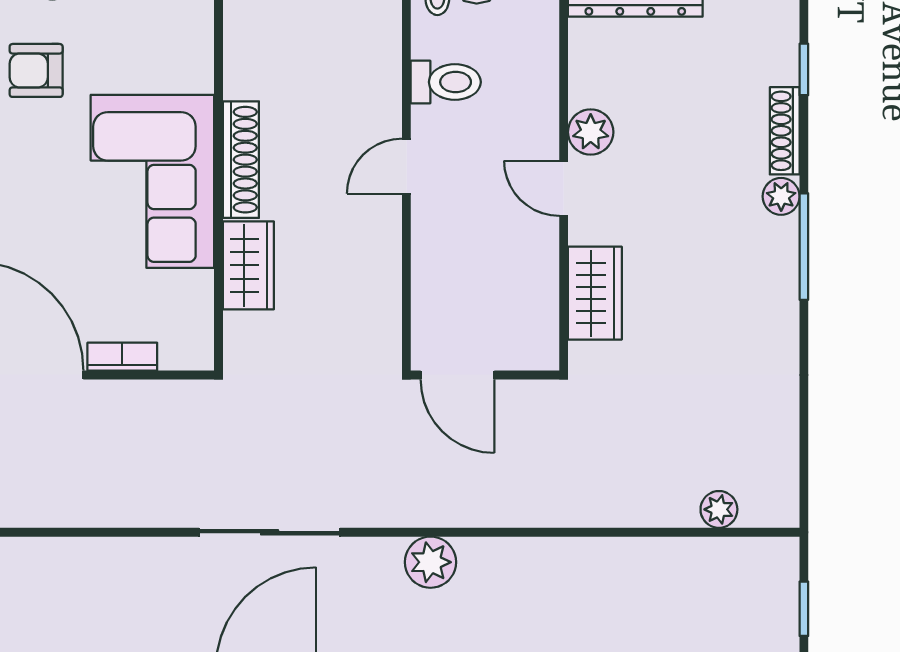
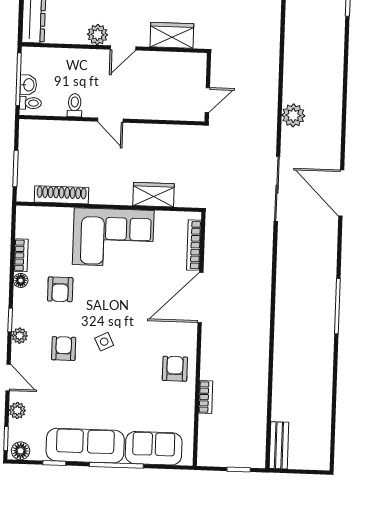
toilet: (446, 82) -> (75, 105), width x0.73, depth x0.72
shoe rack: (241, 160) -> (62, 195), moved
bookcase: (122, 357) -> (194, 245), width x1.56
door: (457, 375) -> (207, 100), width x0.73

